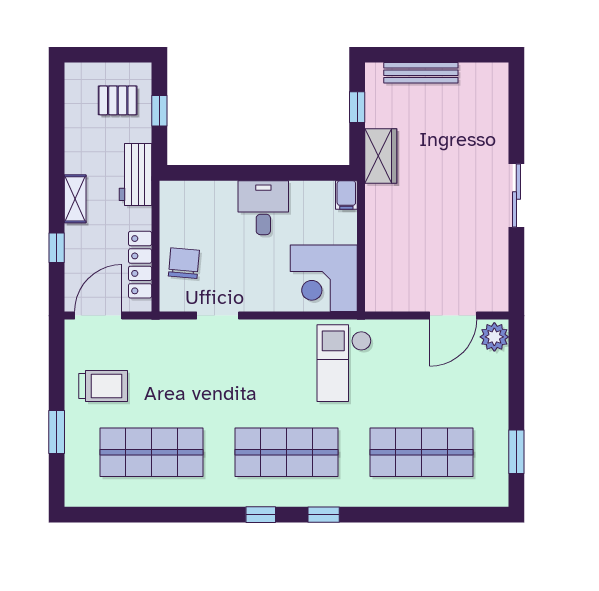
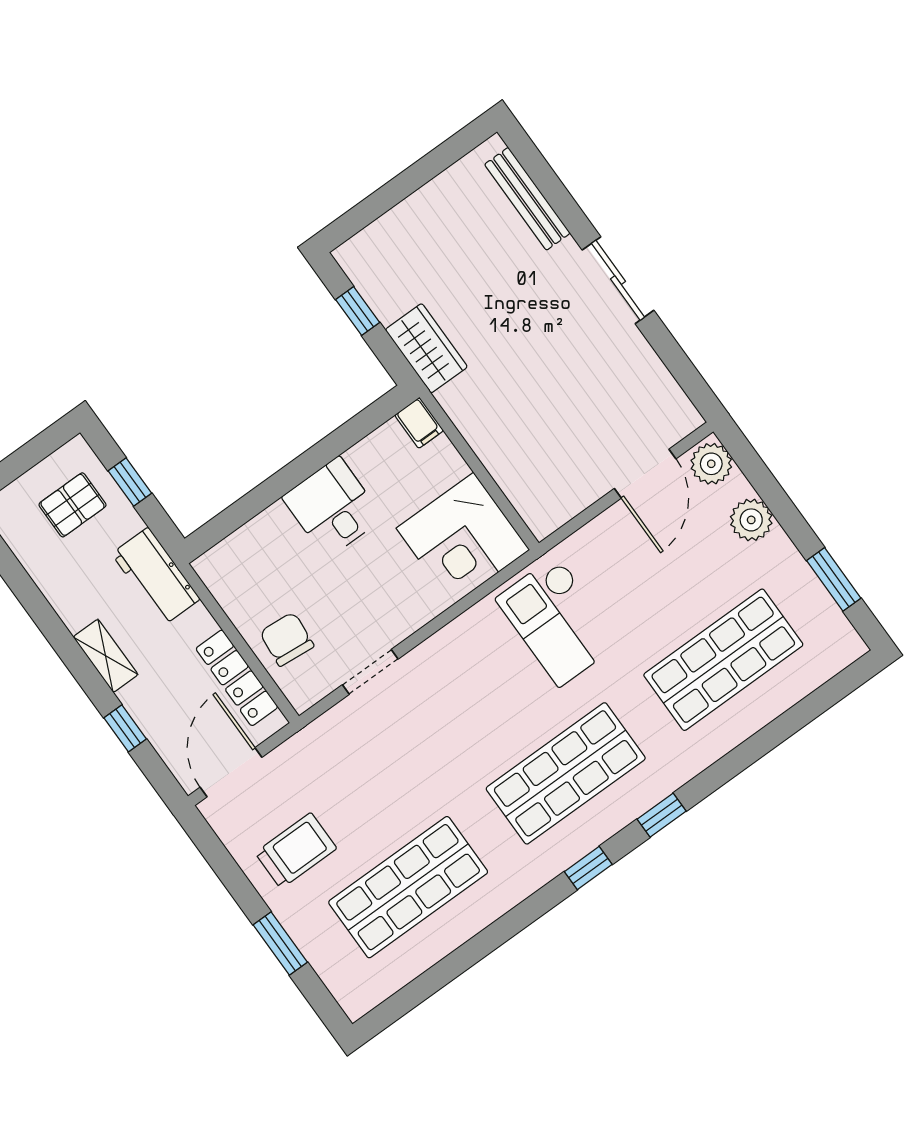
bench: (421, 73) -> (527, 199), moved, turned 90
plant: (494, 385) -> (751, 520), added

